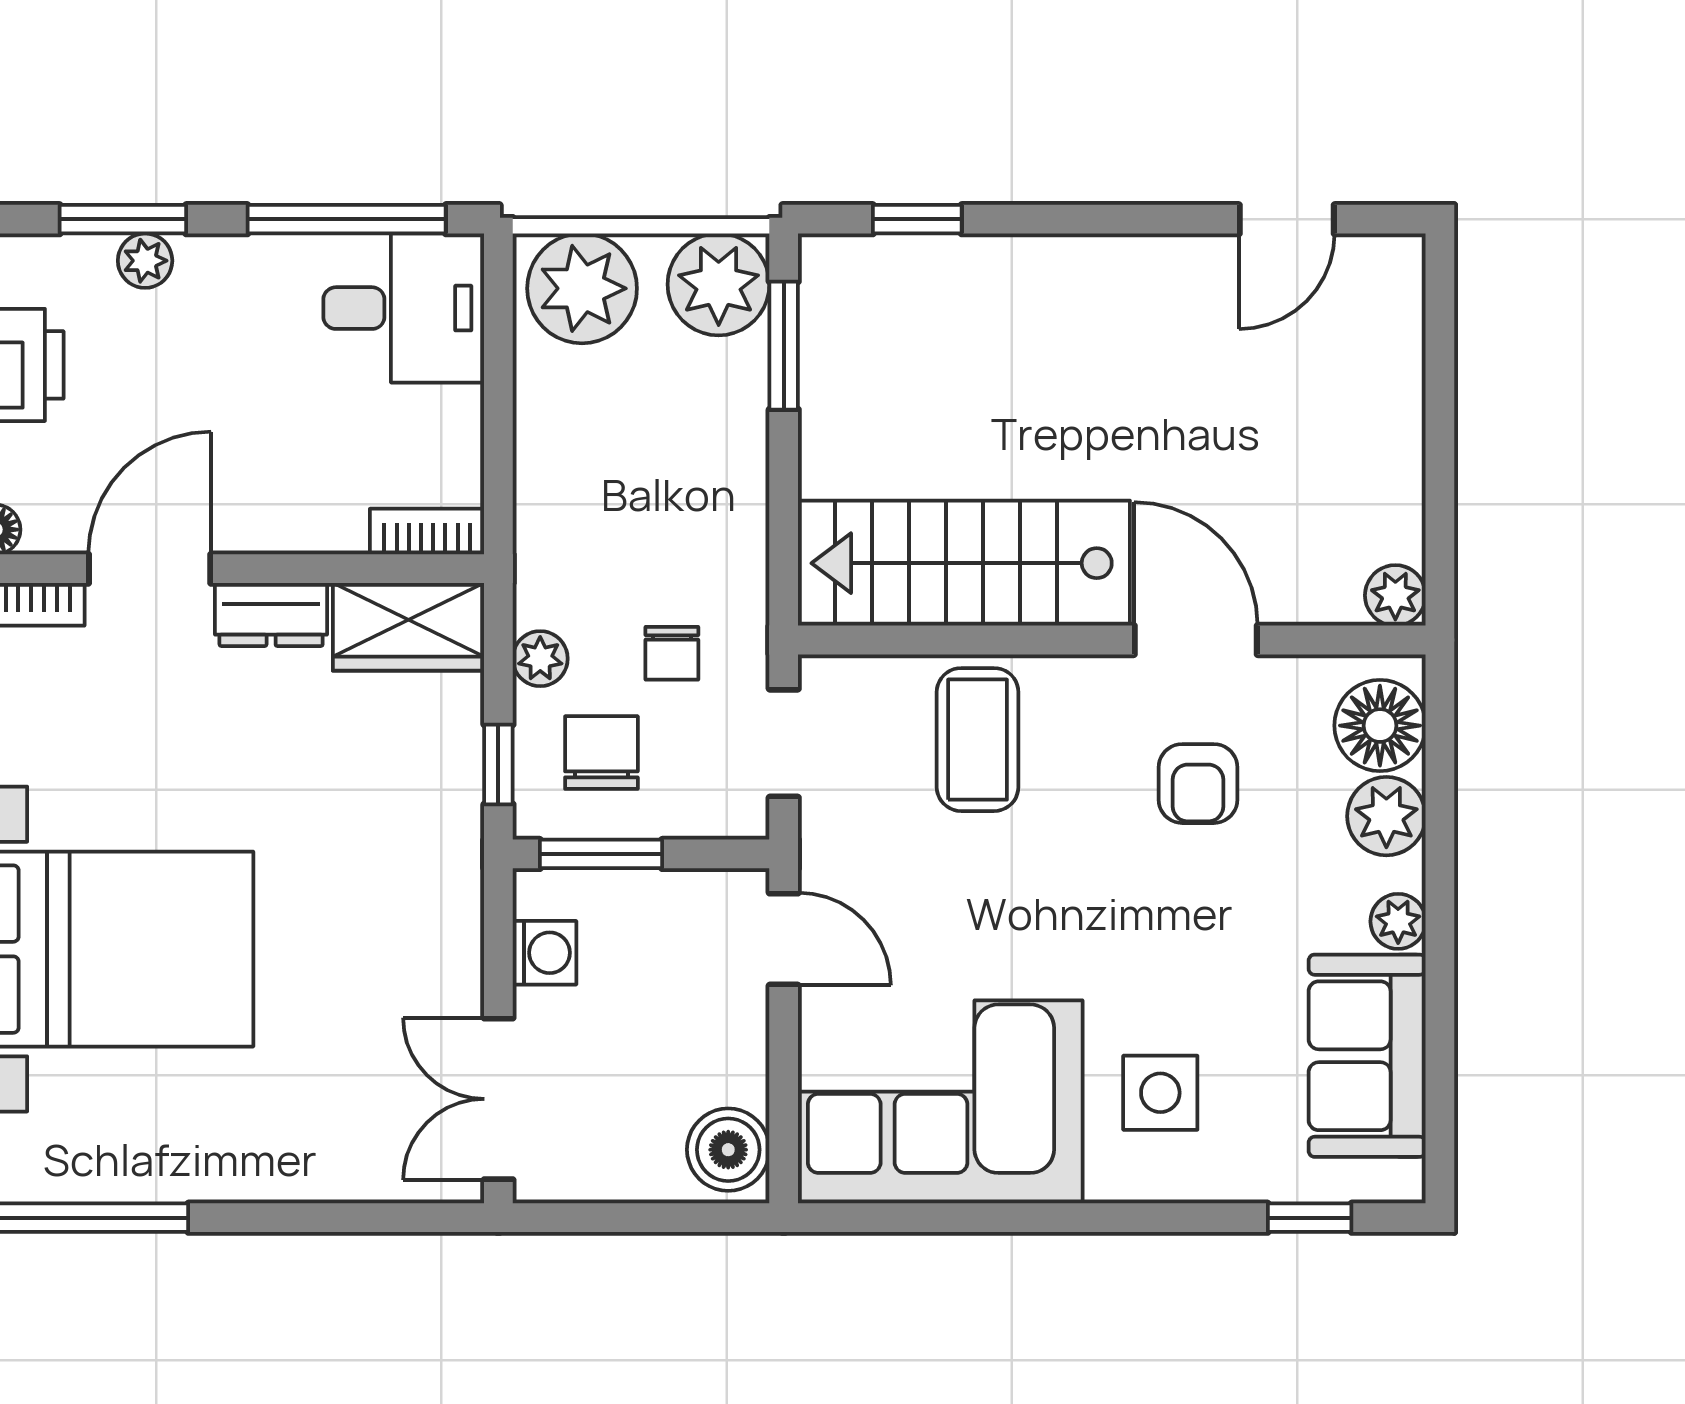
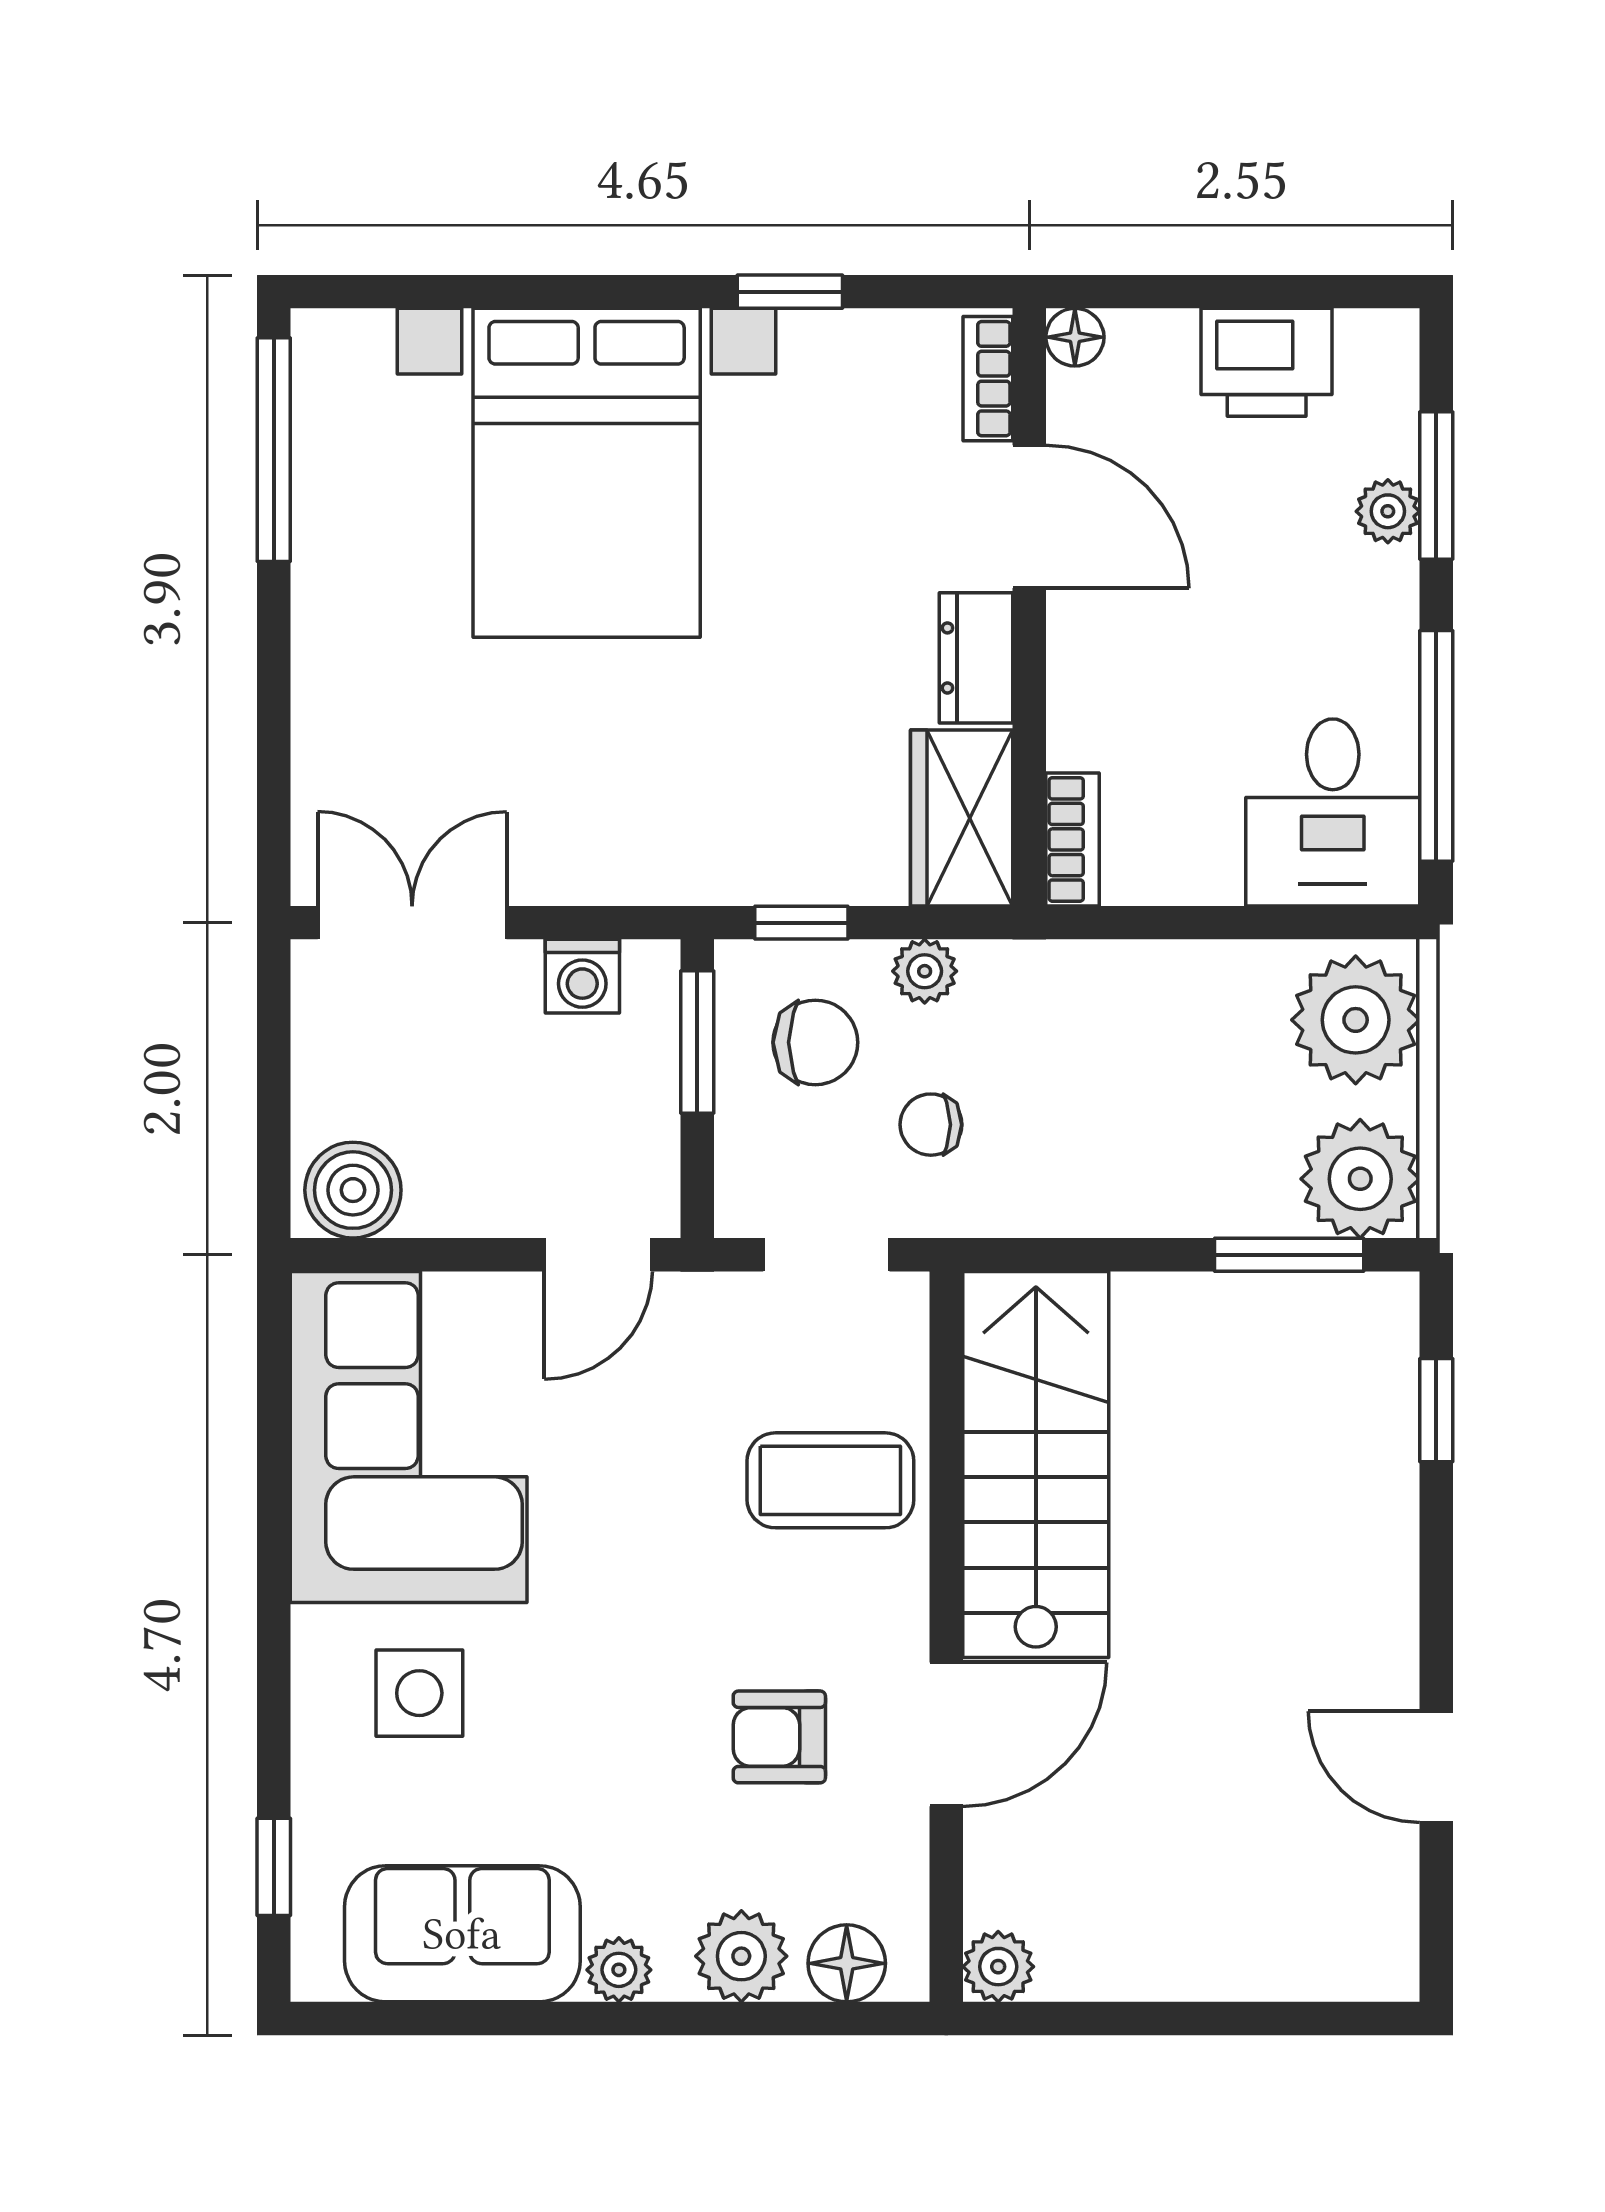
door: (1287, 219) -> (1436, 1767), moved
floor lamp: (1380, 726) -> (847, 1963), width x0.73, depth x0.73

